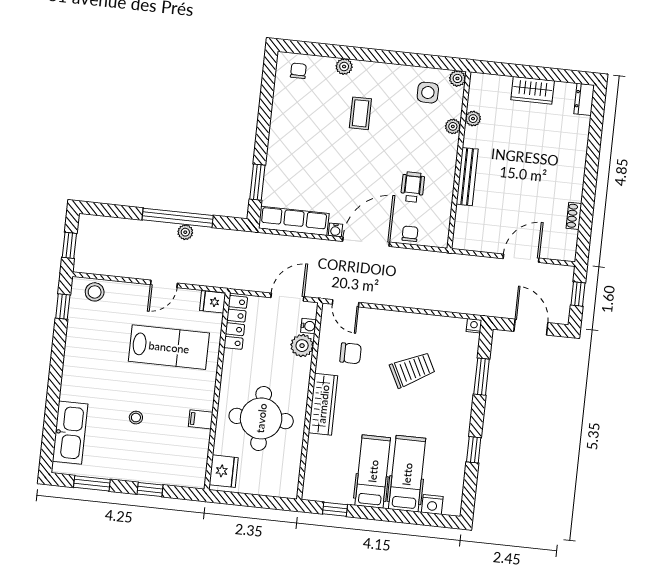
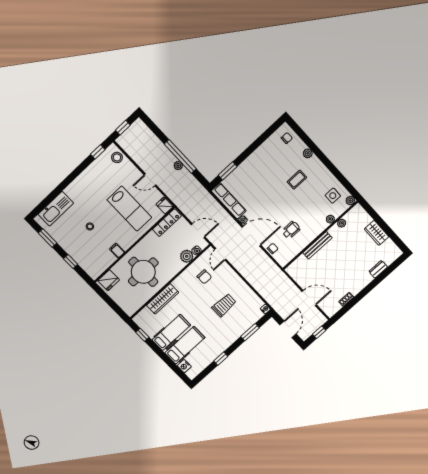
dresser: (584, 99) -> (378, 269), moved
trolley: (412, 370) -> (224, 305), turned -63
wardrobe: (323, 404) -> (163, 299), moved

